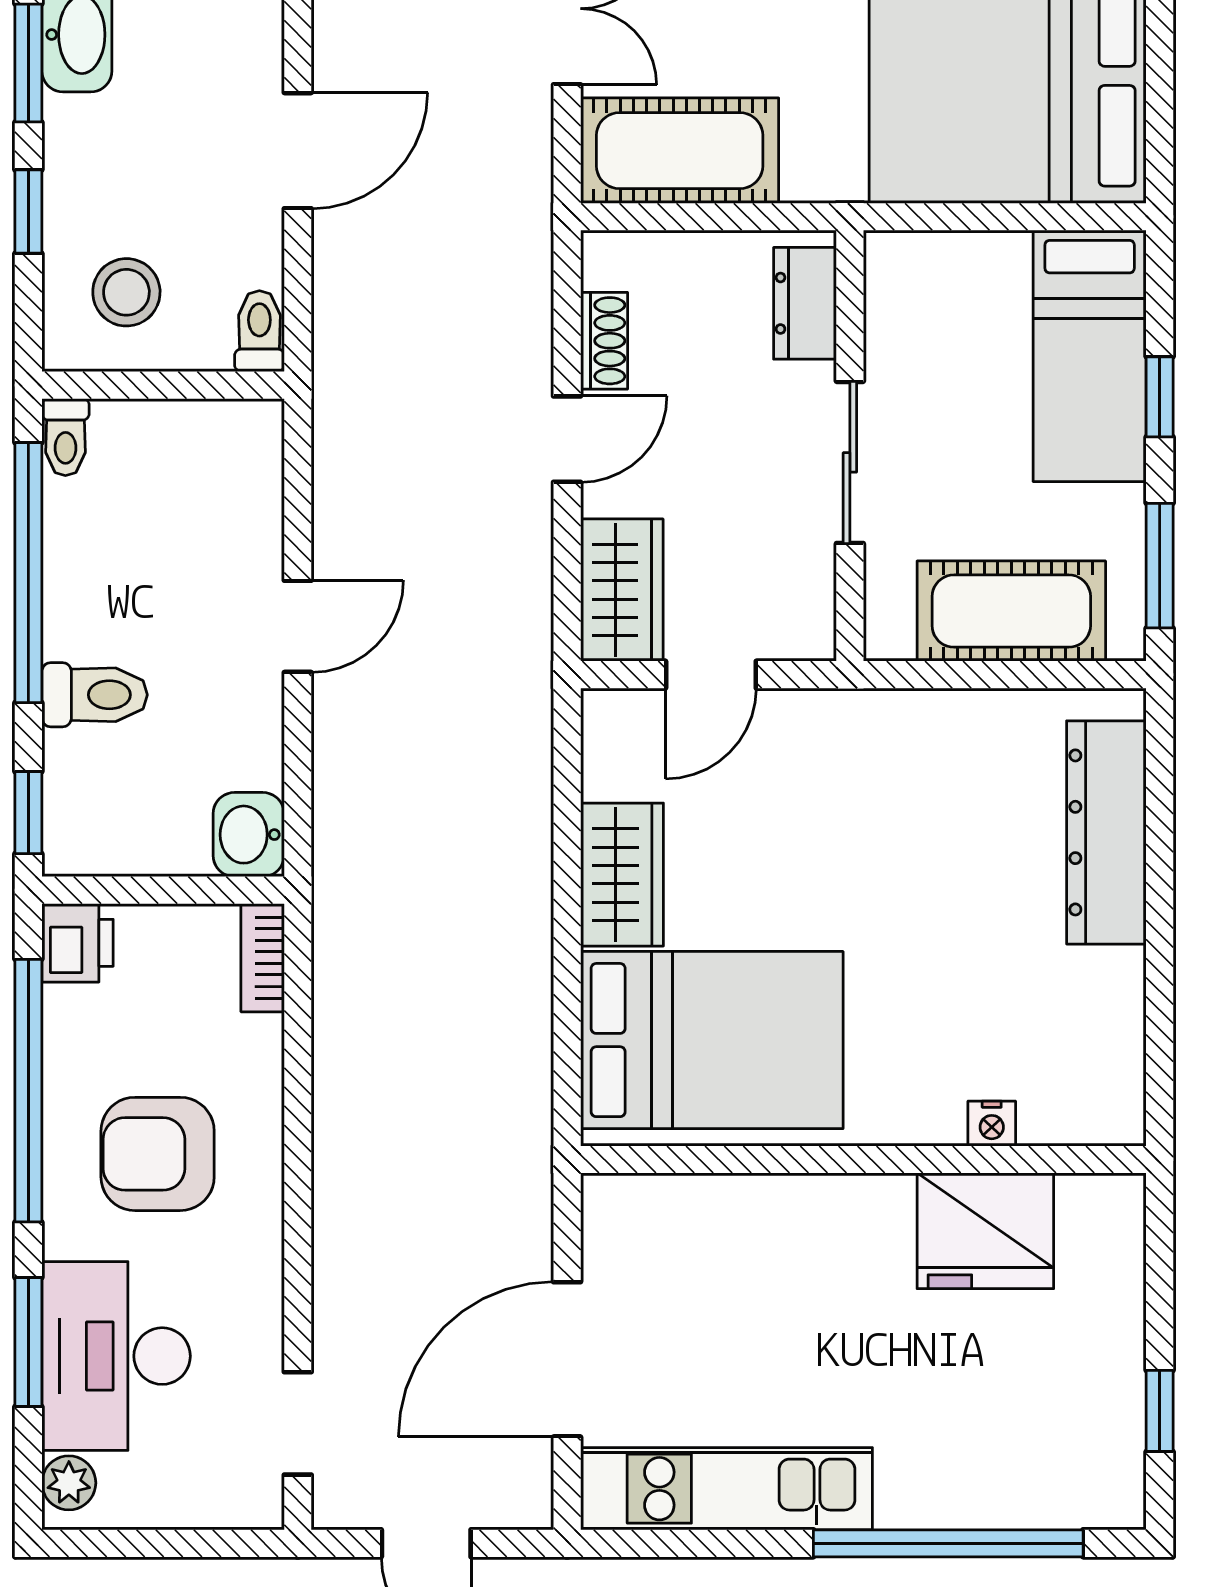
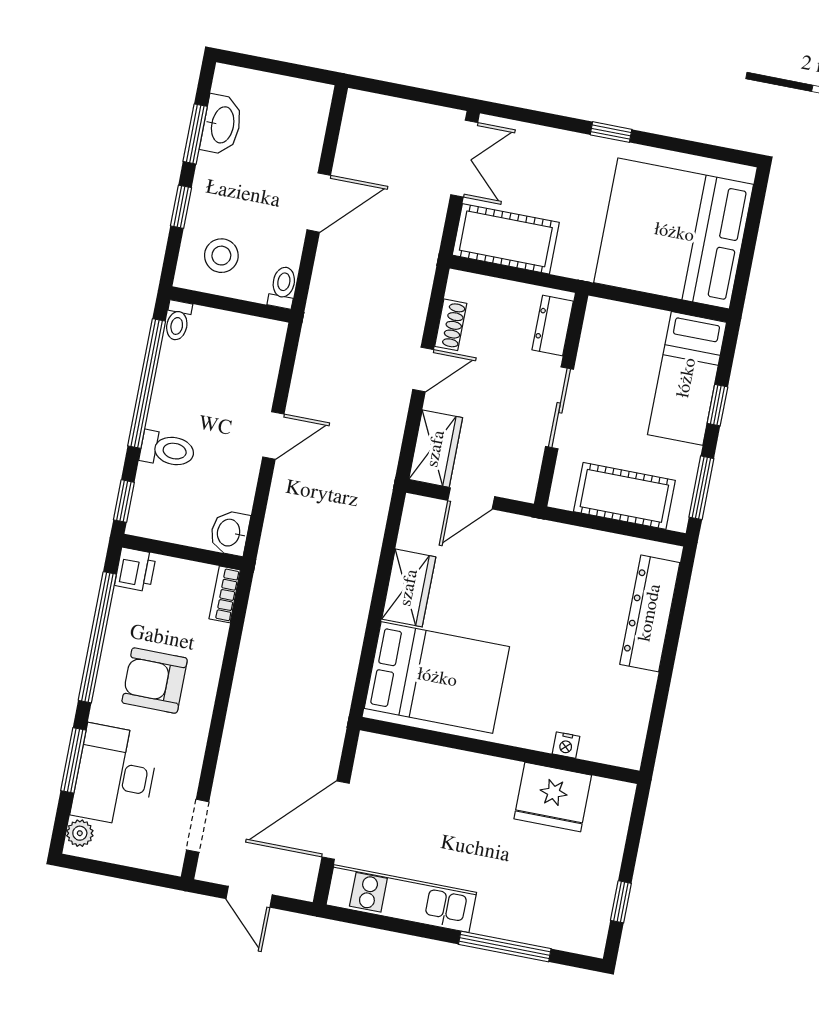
window: (948, 1543) -> (505, 947), width x0.68

